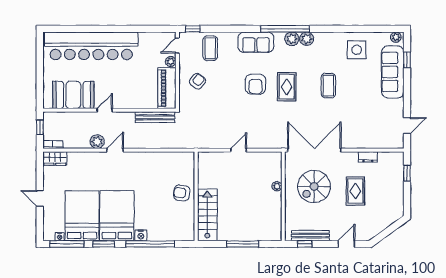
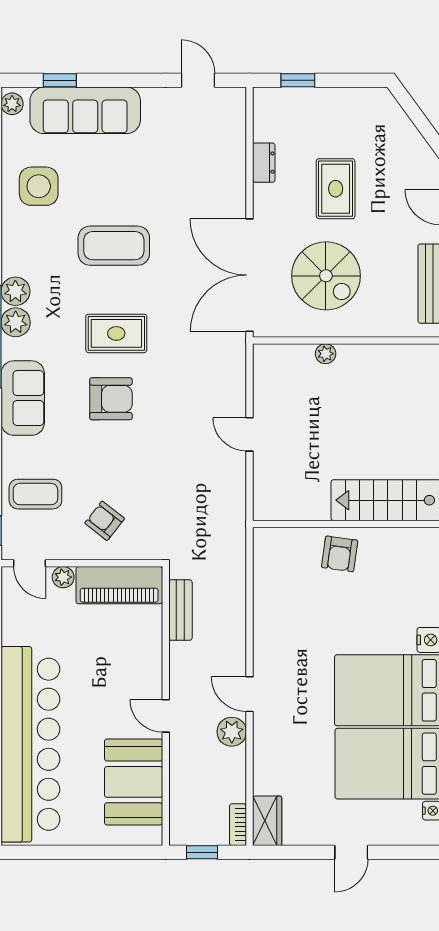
coffee table: (328, 86) -> (114, 246), width x1.36, depth x1.32
bench: (155, 117) -> (180, 610), width x0.73
rug: (355, 191) -> (336, 189), turned 90

